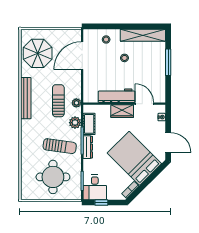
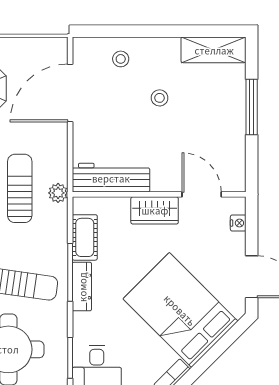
shelving: (143, 35) -> (214, 50), width x0.68
workbench: (117, 96) -> (111, 178), moved
plant: (75, 123) -> (55, 235), removed

